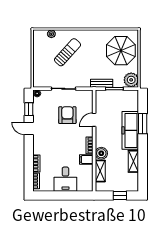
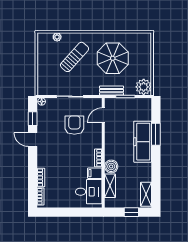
parasol: (121, 51) -> (113, 58), moved
door: (94, 120) -> (103, 115), moved
shelving: (133, 161) -> (146, 194), moved
desk: (65, 179) -> (89, 192), moved, turned -90

